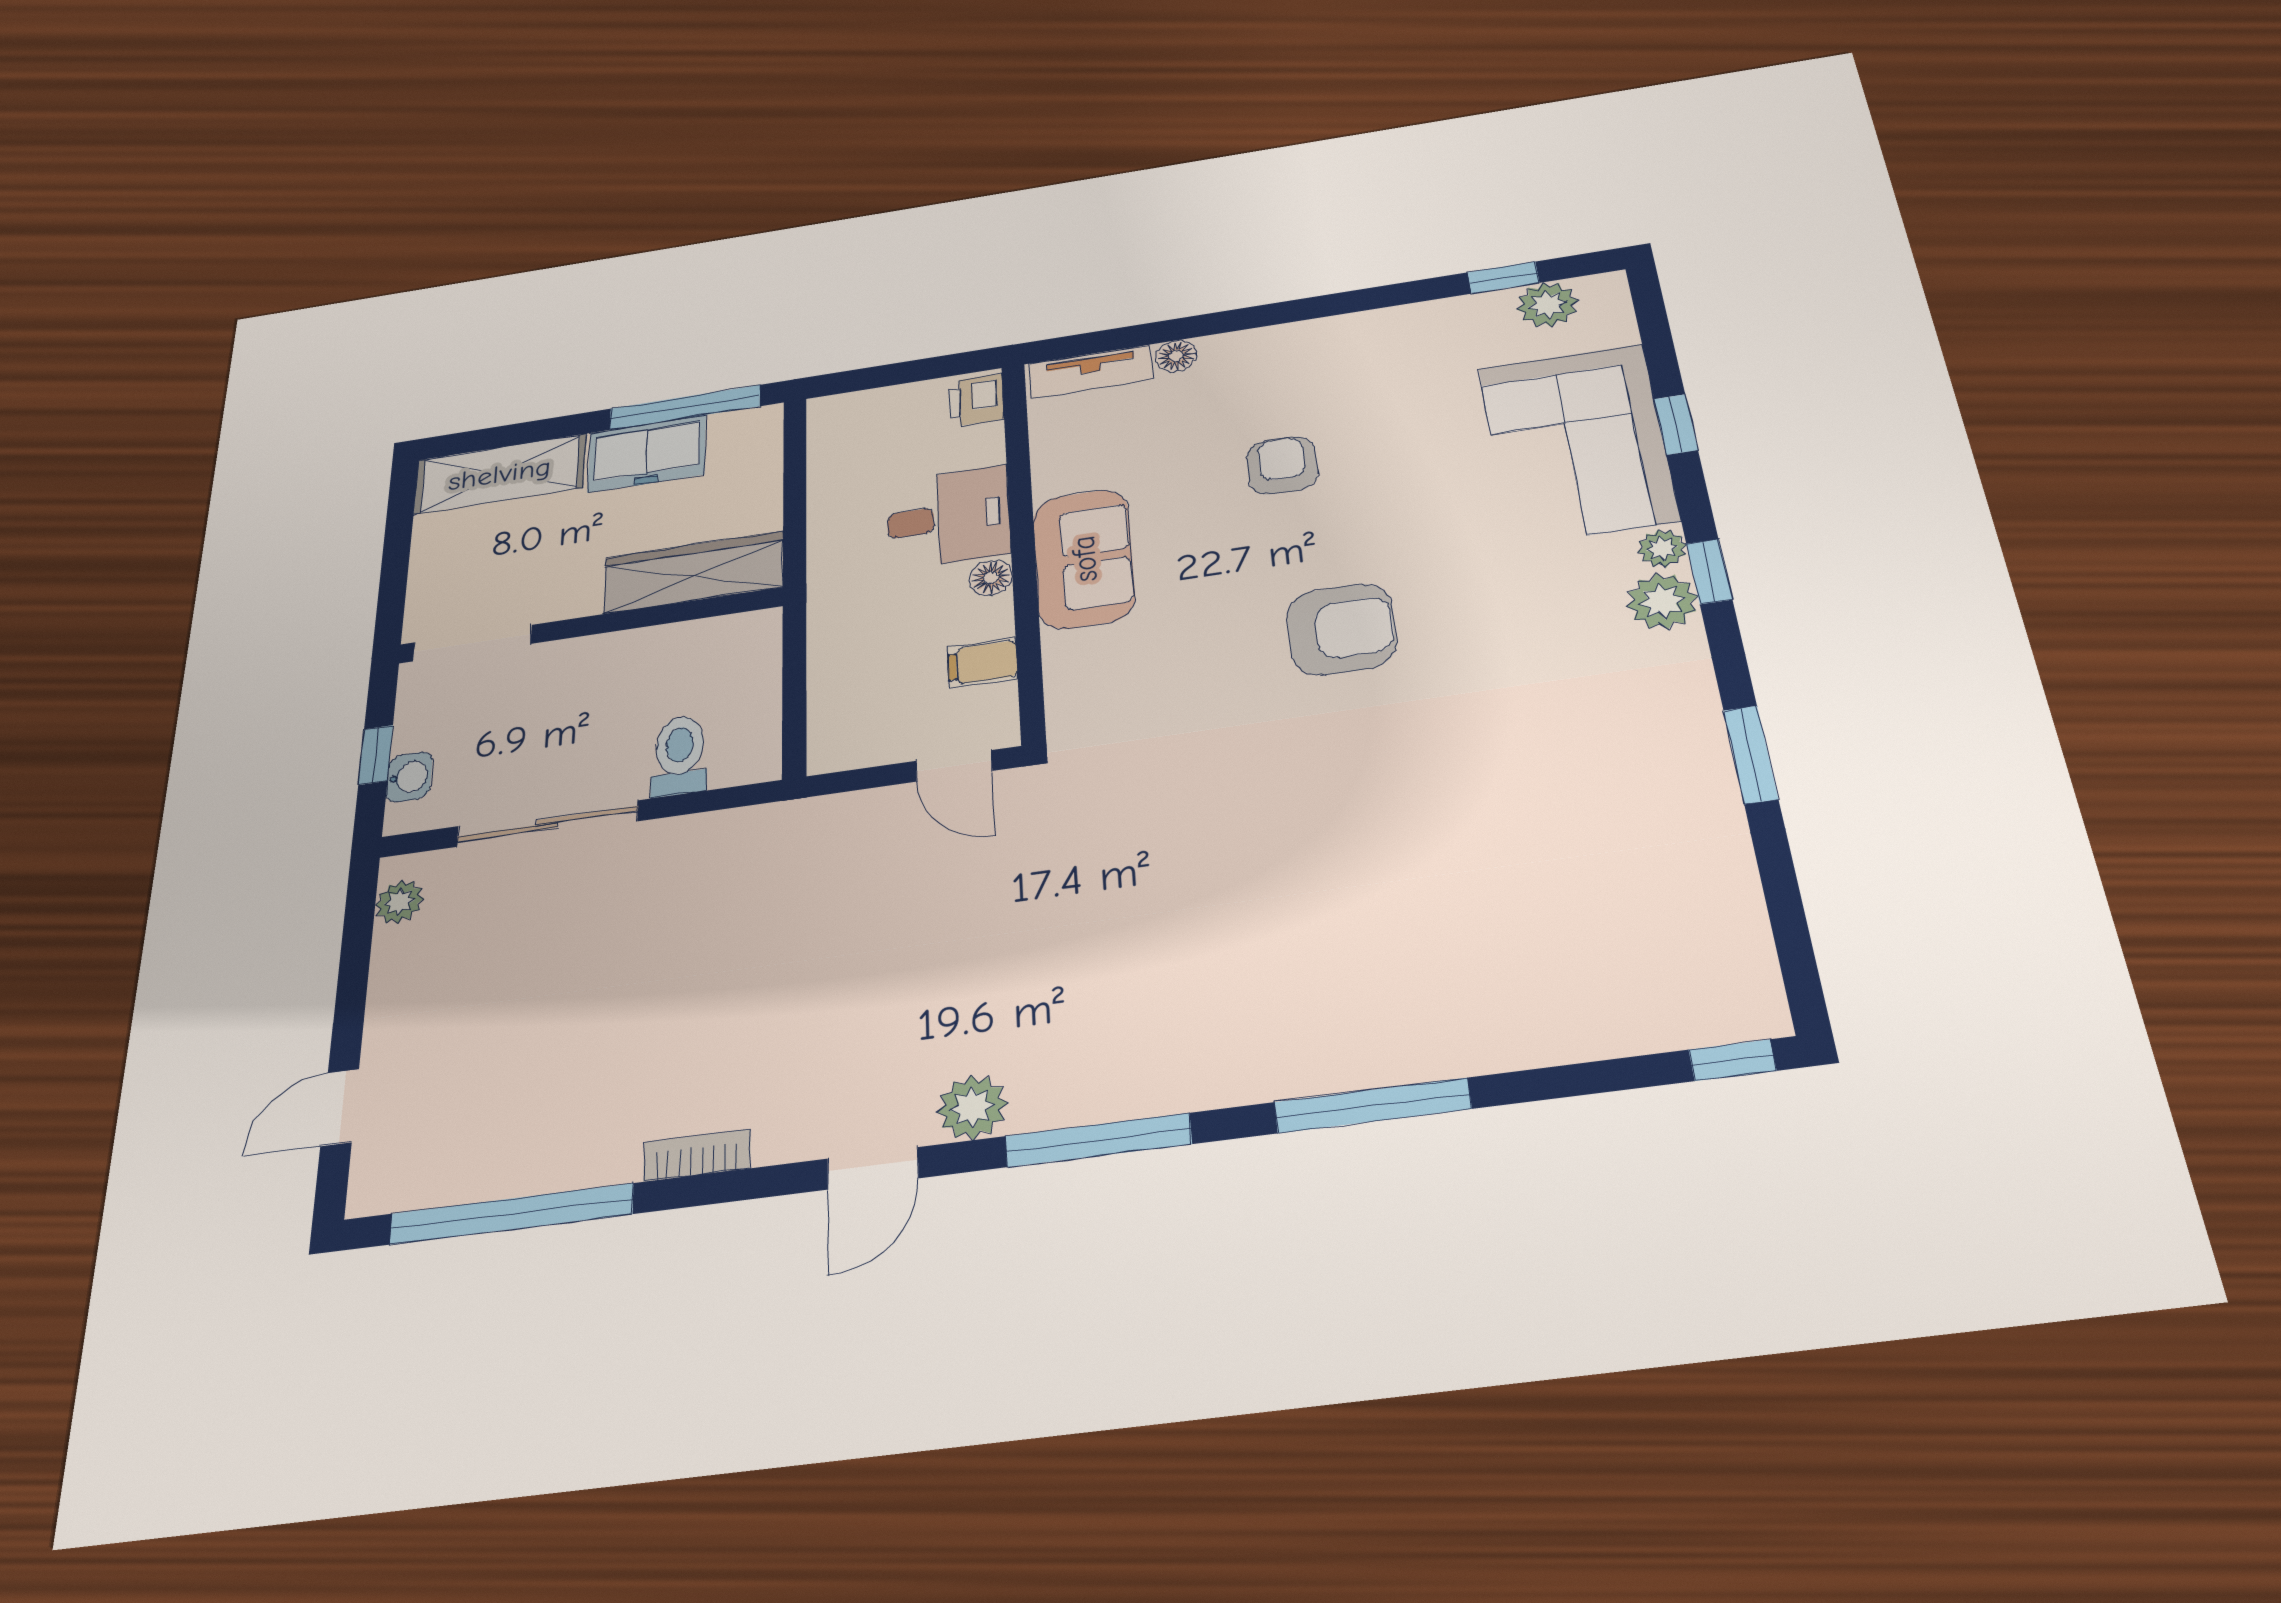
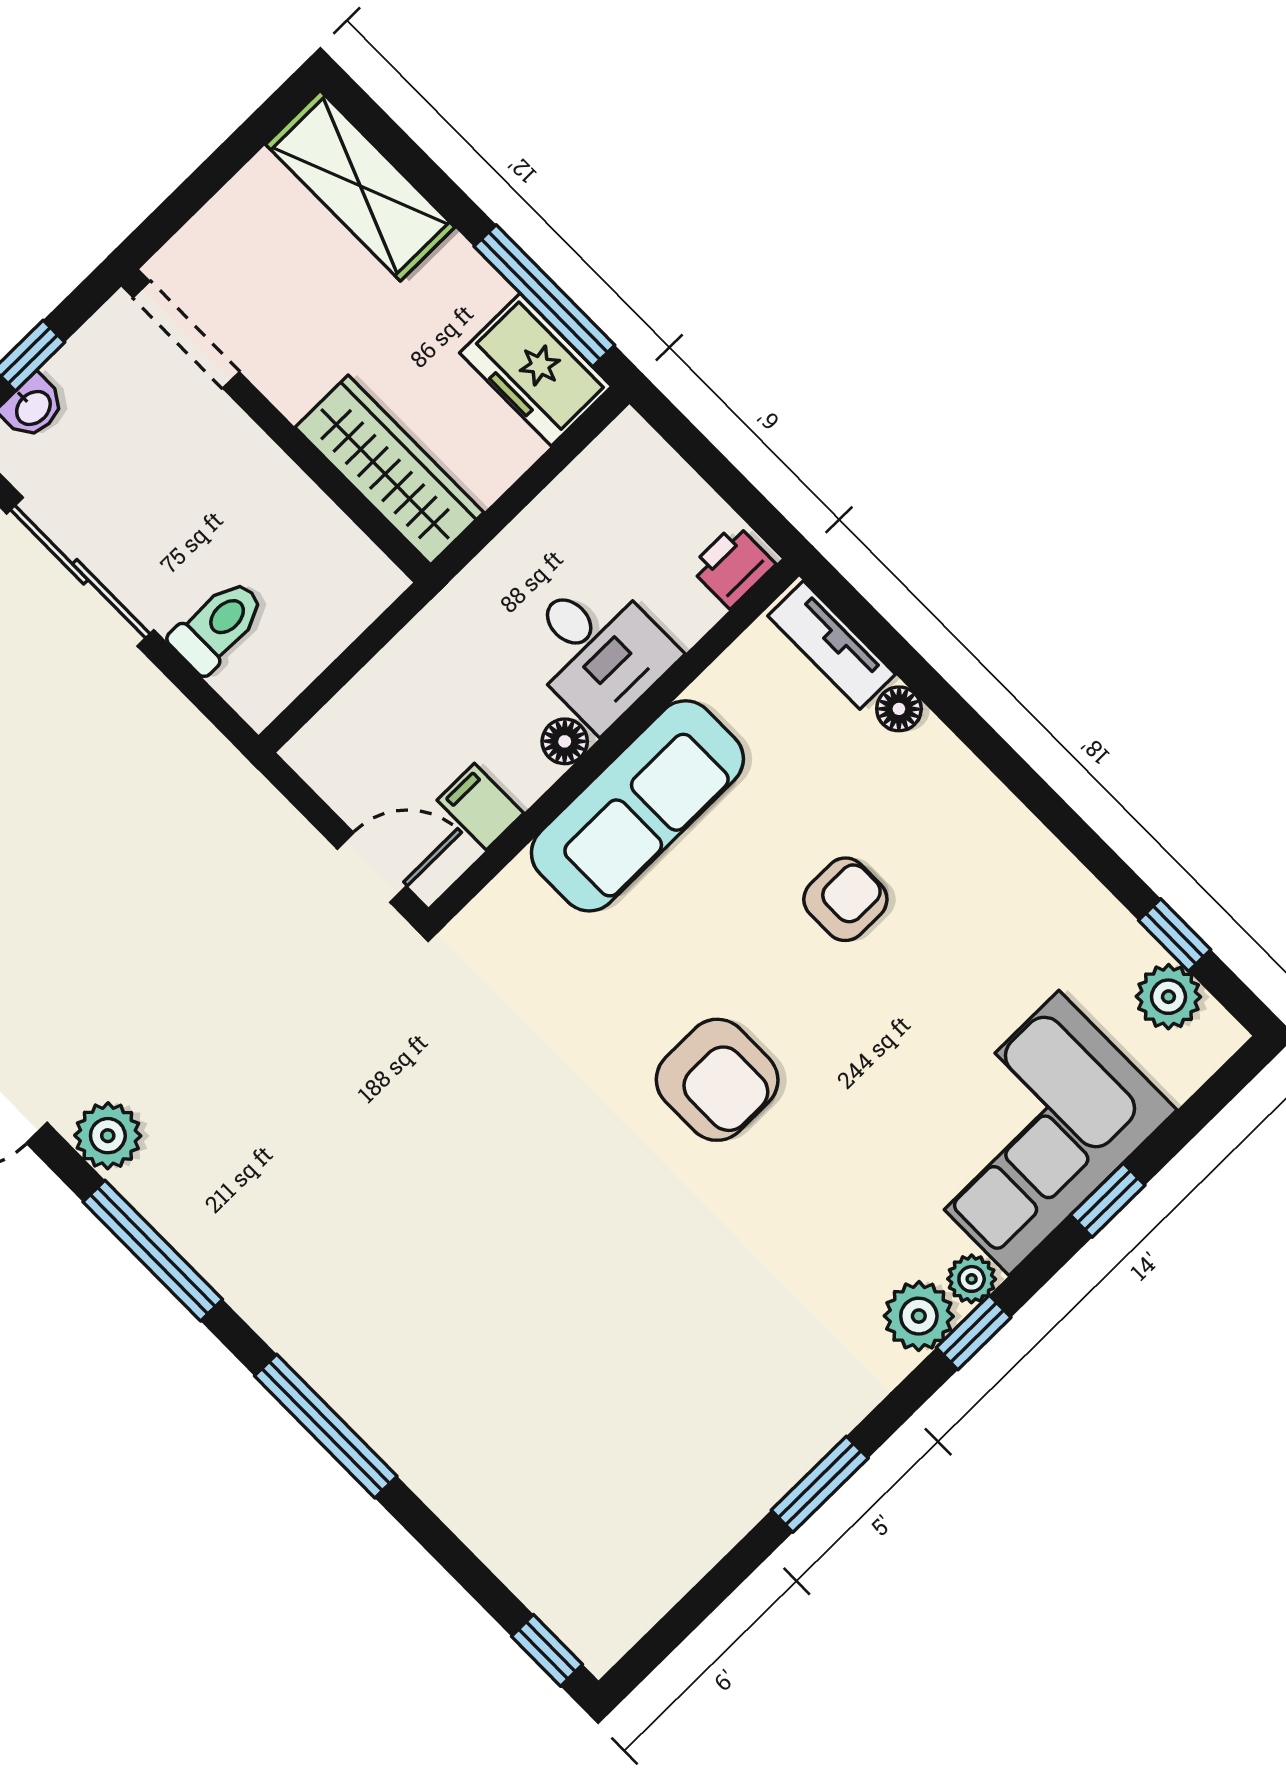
freezer: (647, 454) -> (536, 370), moved
sofa: (1084, 559) -> (637, 806), width x1.36
door: (954, 766) -> (372, 868), swing flipped

